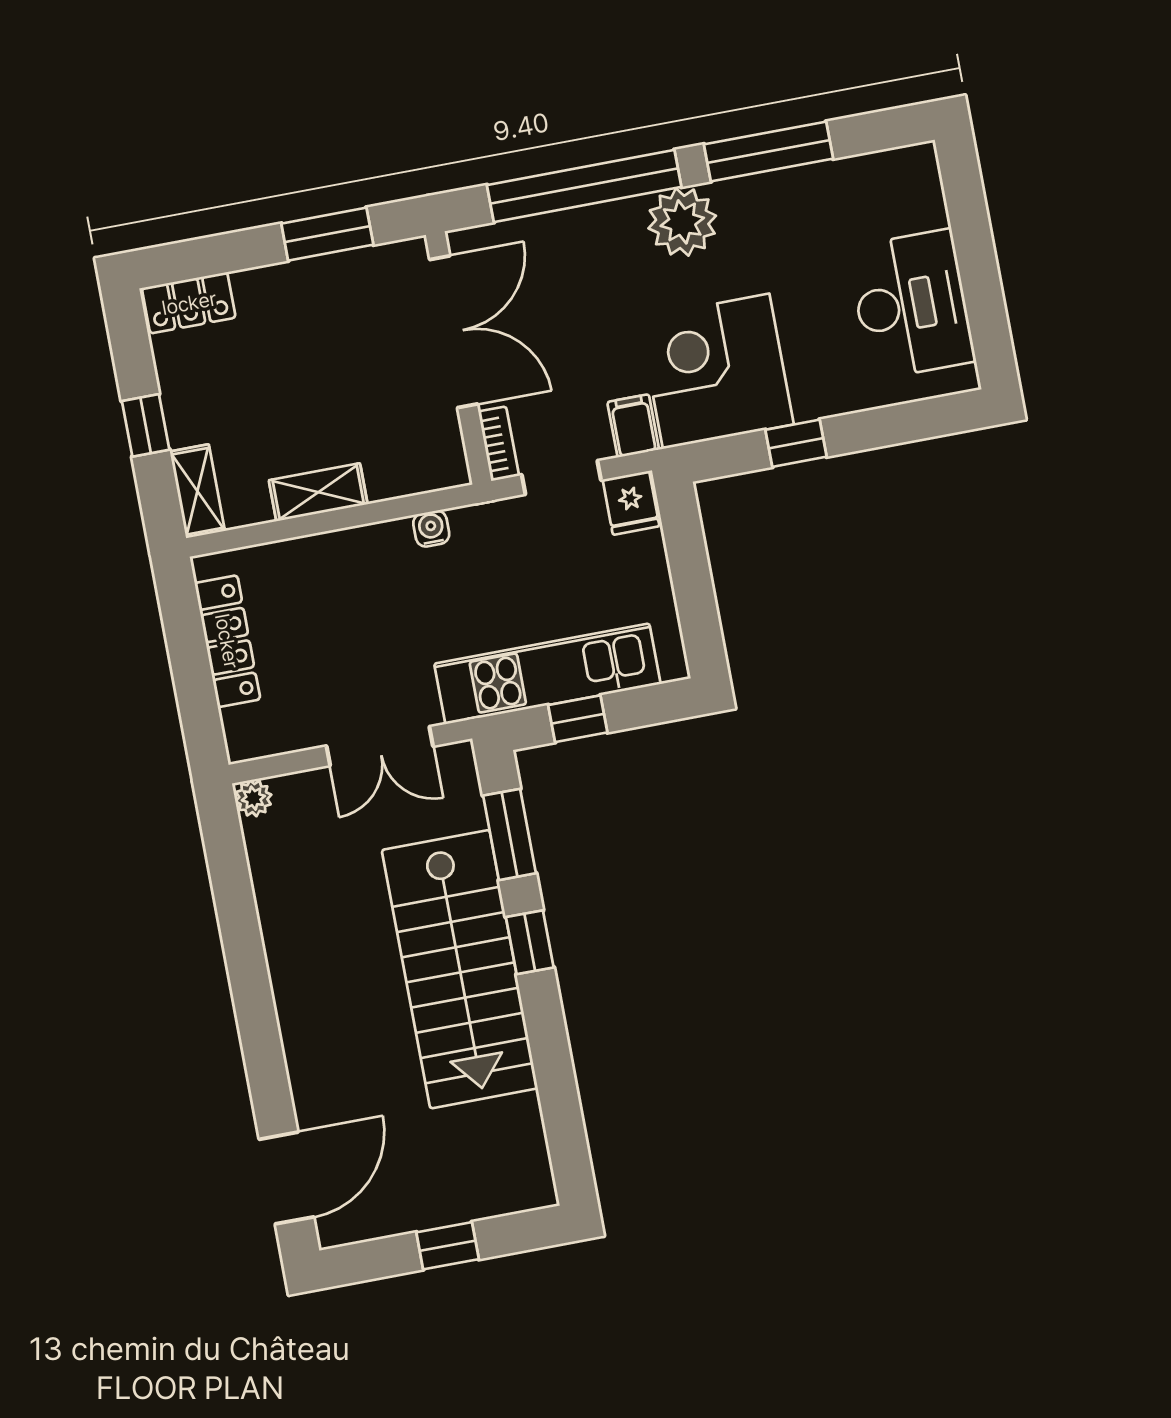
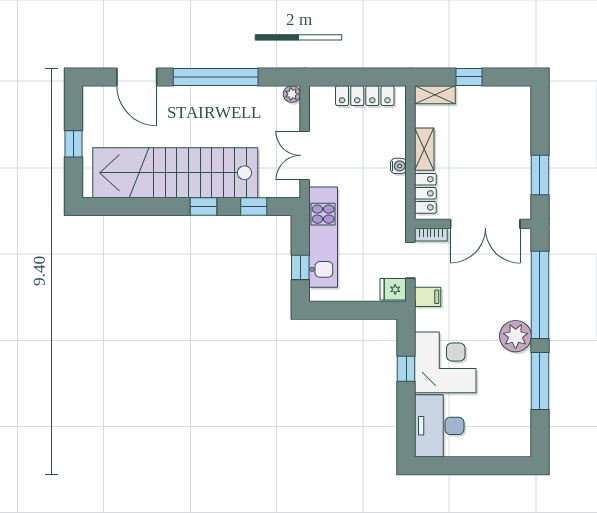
locker: (189, 303) -> (425, 193), moved, turned 180
desk: (911, 304) -> (439, 426), moved, turned 90
corner desk: (716, 371) -> (445, 362), moved
water cooler: (431, 529) -> (398, 166), moved
window: (578, 719) -> (300, 267), moved
window: (509, 834) -> (254, 207), width x0.67
window: (247, 968) -> (216, 77), added
stairs: (460, 969) -> (175, 173), width x1.36
door: (287, 1178) -> (137, 77), moved

